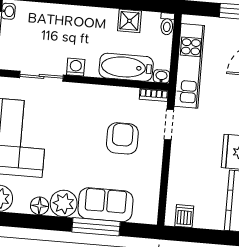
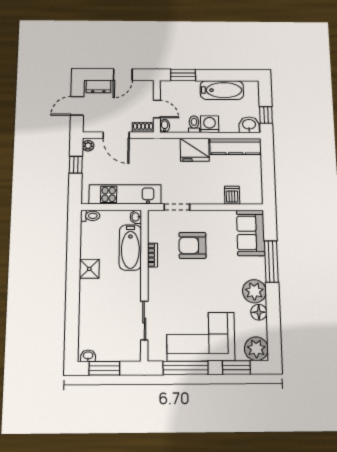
shower: (129, 21) -> (89, 269), moved
washing machine: (76, 67) -> (134, 291), removed
bookcase: (154, 95) -> (152, 255), moved
sofa: (105, 205) -> (251, 233), moved
dishwasher: (184, 216) -> (232, 195), moved, turned 90

